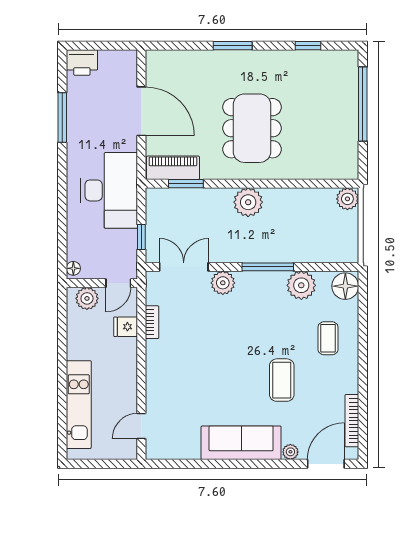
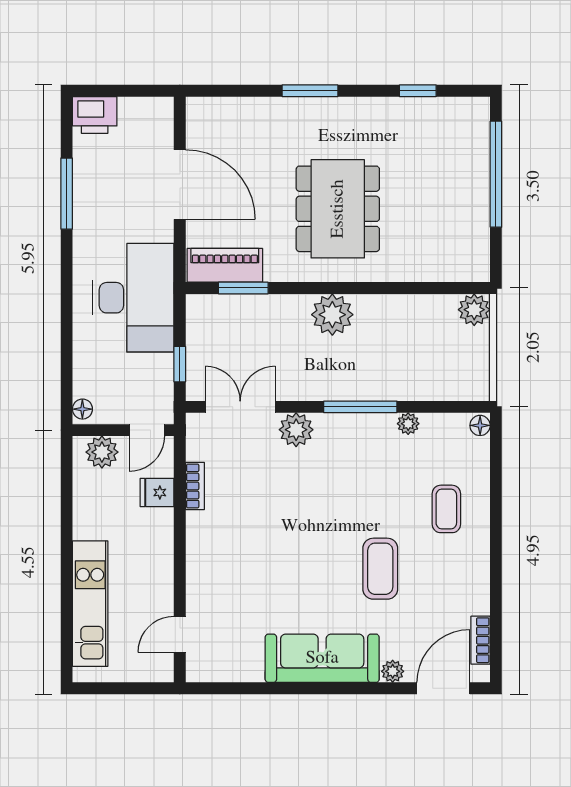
plant: (301, 285) -> (408, 424), width x0.53, depth x0.53
floor lamp: (345, 286) -> (480, 425), width x0.53, depth x0.53
bookcase: (352, 421) -> (481, 640), width x0.64

